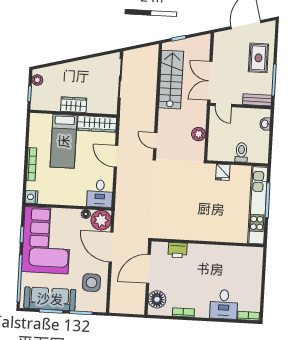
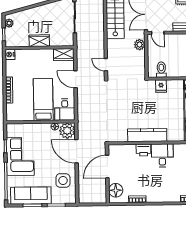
wardrobe: (97, 124) -> (64, 55), width x0.67
plant: (199, 134) -> (140, 45), moved
bed: (64, 141) -> (43, 100), moved, turned 180
toilet: (241, 152) -> (161, 70), moved
nightstand: (31, 197) -> (10, 54), moved
kitchen counter: (201, 233) -> (147, 135), added
corner sofa: (46, 240) -> (20, 156), width x0.73, depth x0.74
printer: (178, 250) -> (143, 150), moved
desk: (224, 304) -> (162, 155), moved, turned 180

